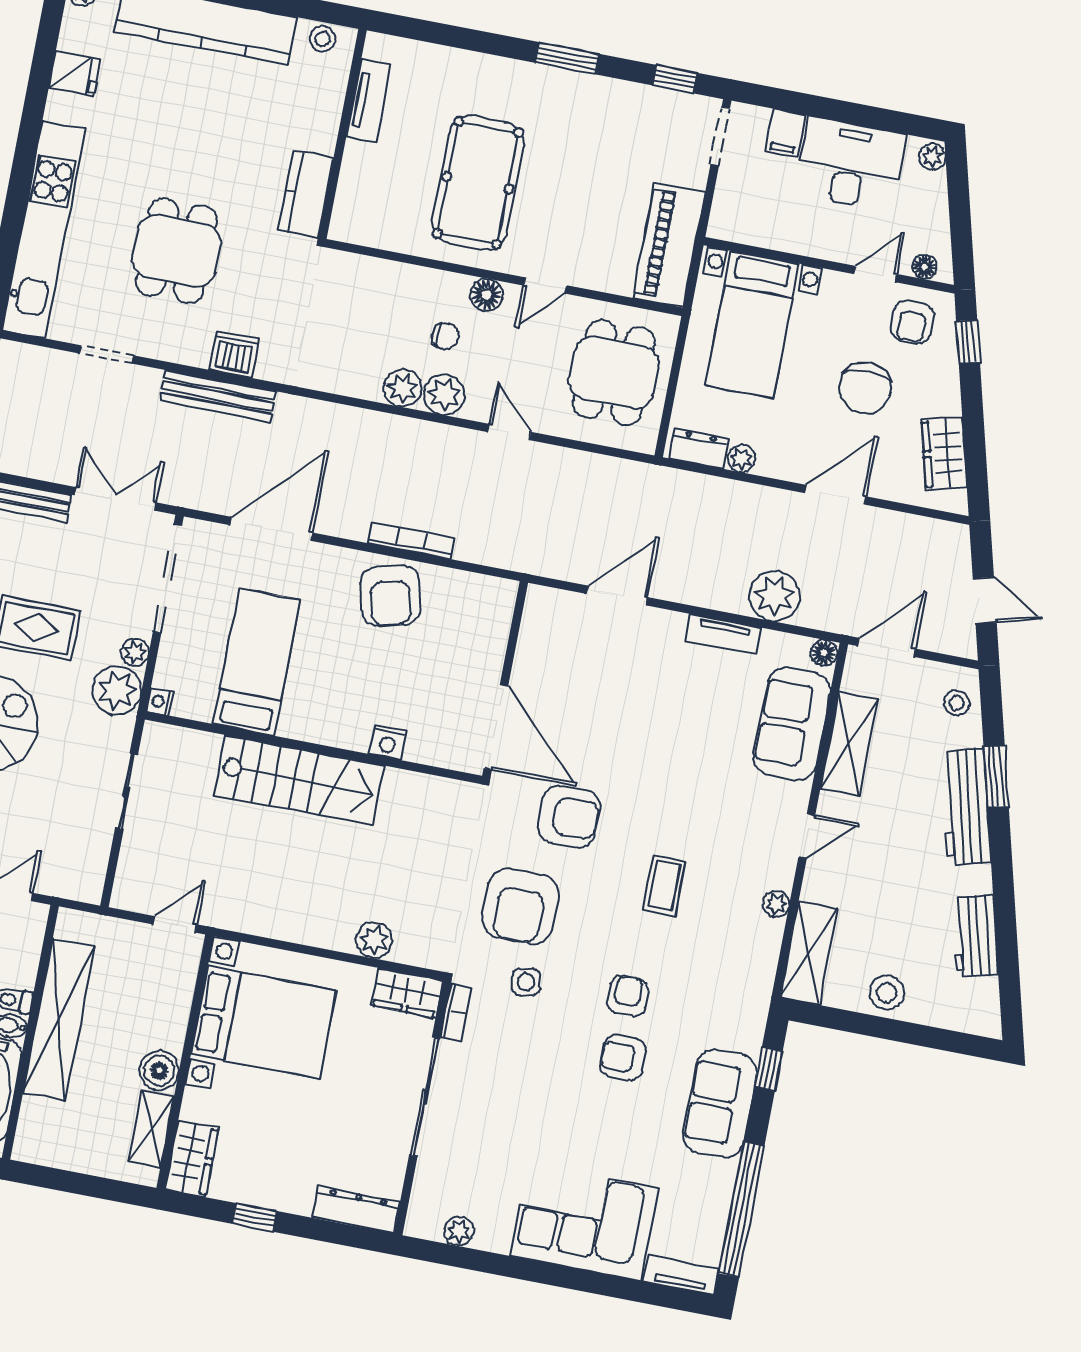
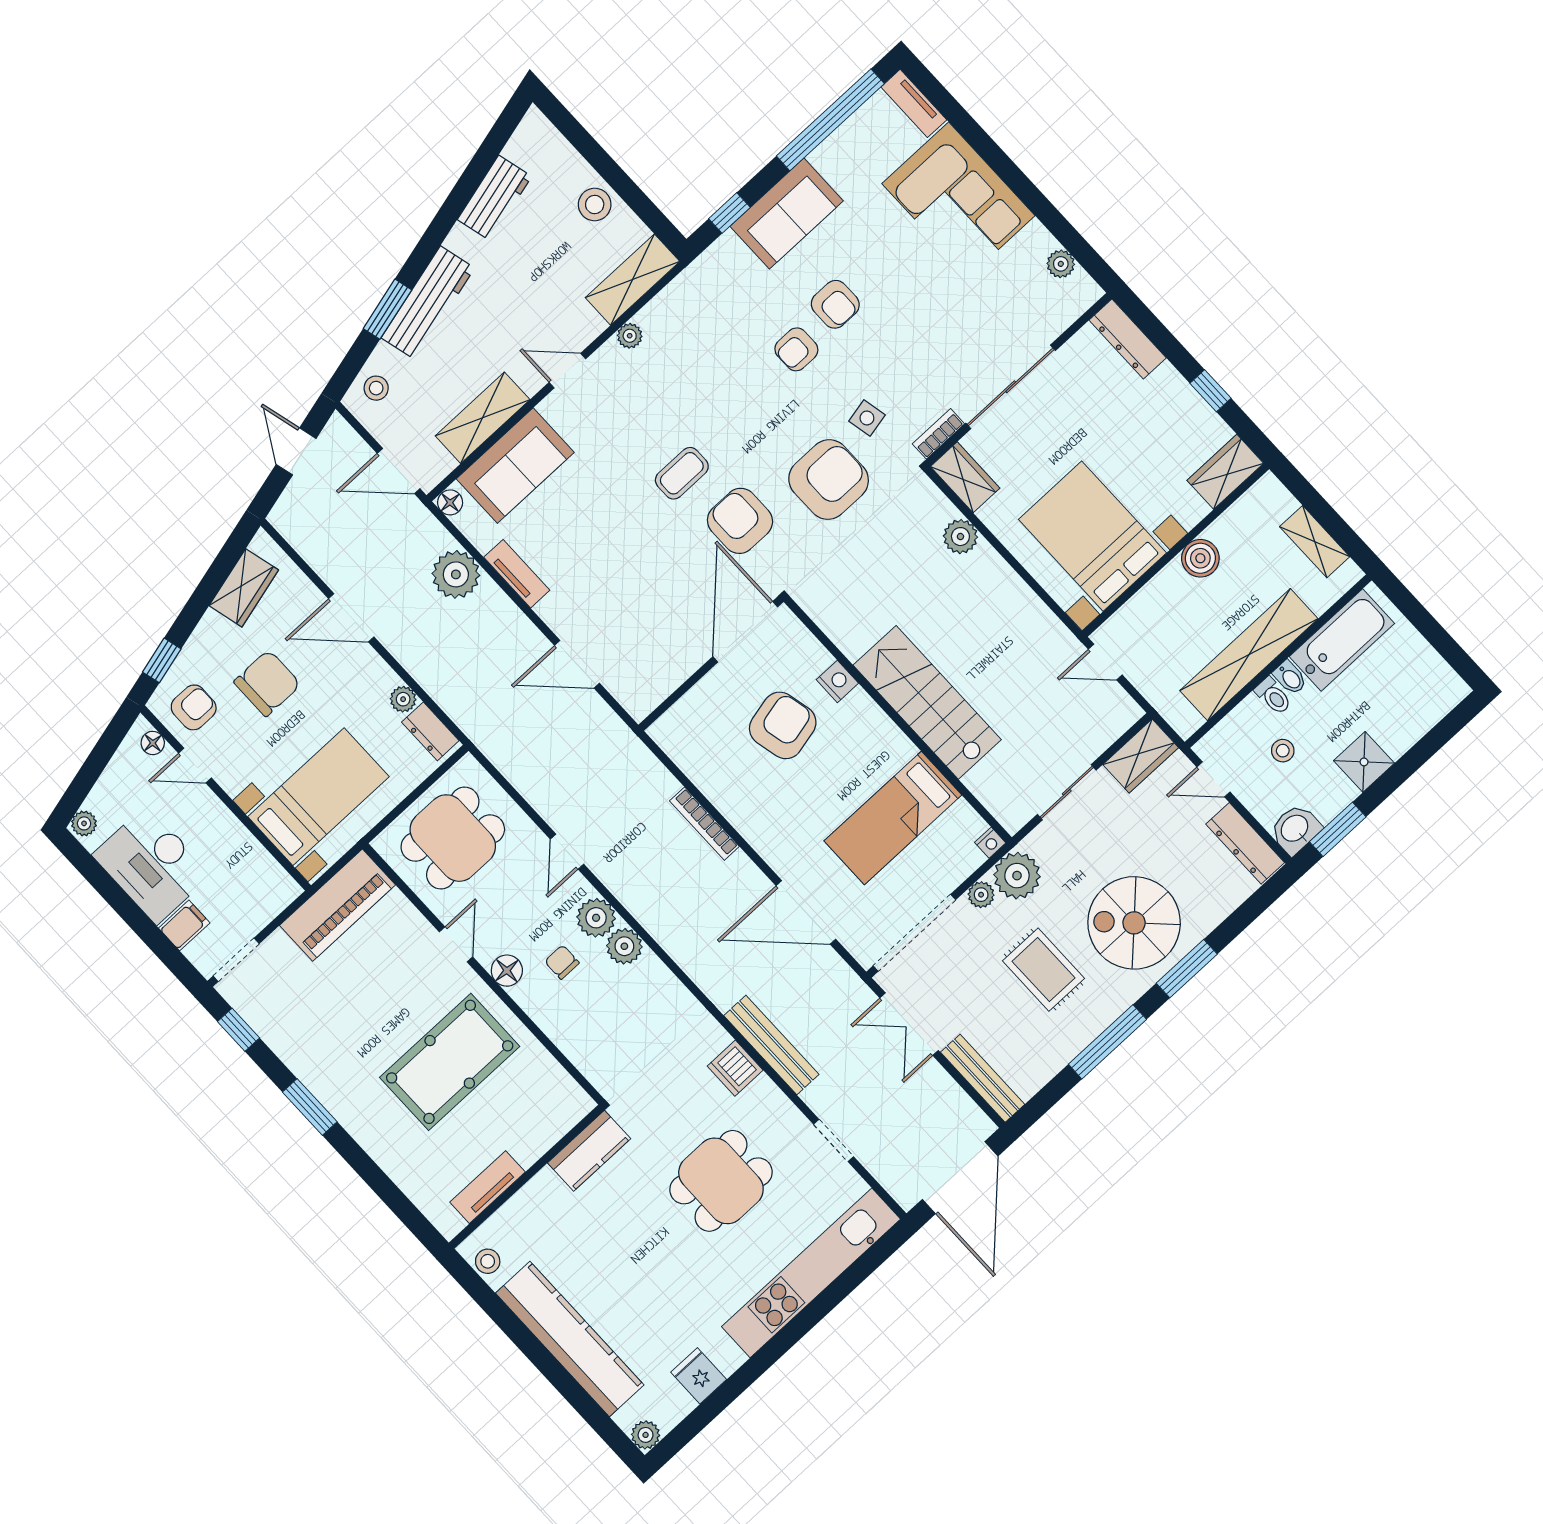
door: (545, 285) -> (456, 944), hinge flipped
armchair: (390, 596) -> (783, 725), moved
wardrobe: (87, 867) -> (1141, 756), added
coffee table: (664, 886) -> (682, 473), moved
shelving: (151, 1129) -> (1315, 542), moved, turned 90

